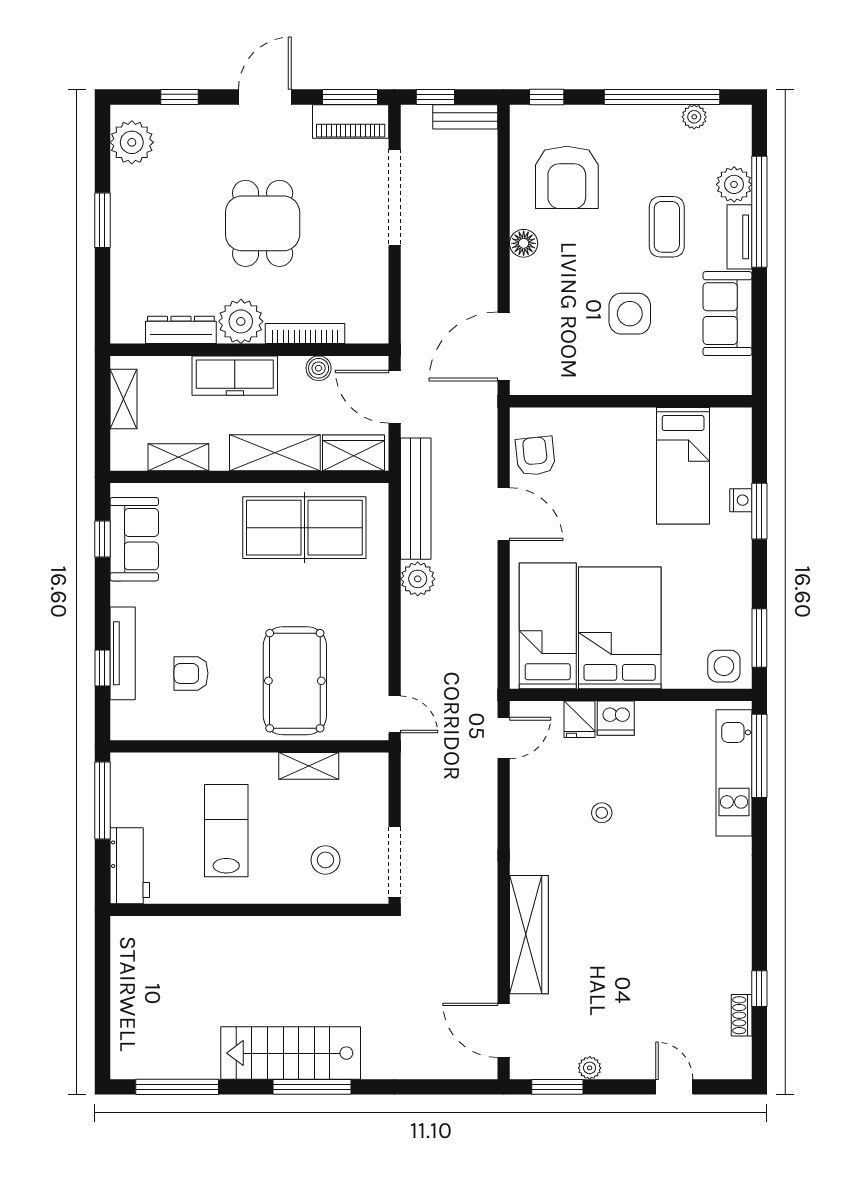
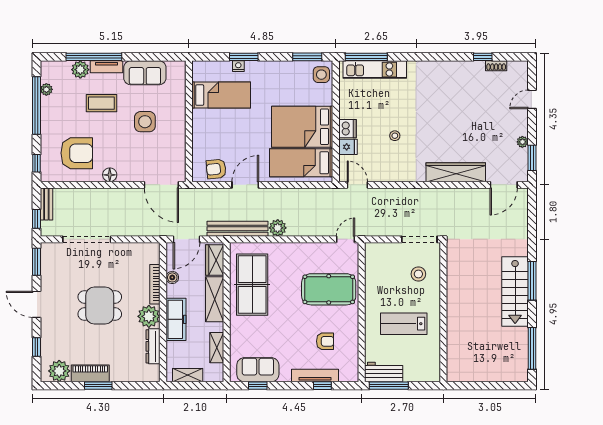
piano: (351, 121) -> (90, 373), moved, turned -90
armchair: (191, 673) -> (325, 341), turned -90
shelving: (309, 766) -> (371, 282), removed
workbench: (130, 866) -> (384, 372), moved

